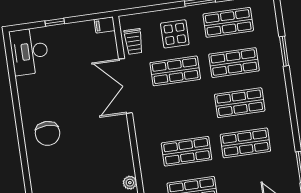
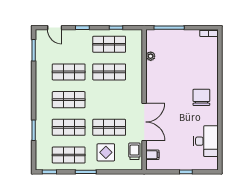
filing cabinet: (105, 25) -> (152, 155), moved
desk: (29, 51) -> (206, 141), moved

